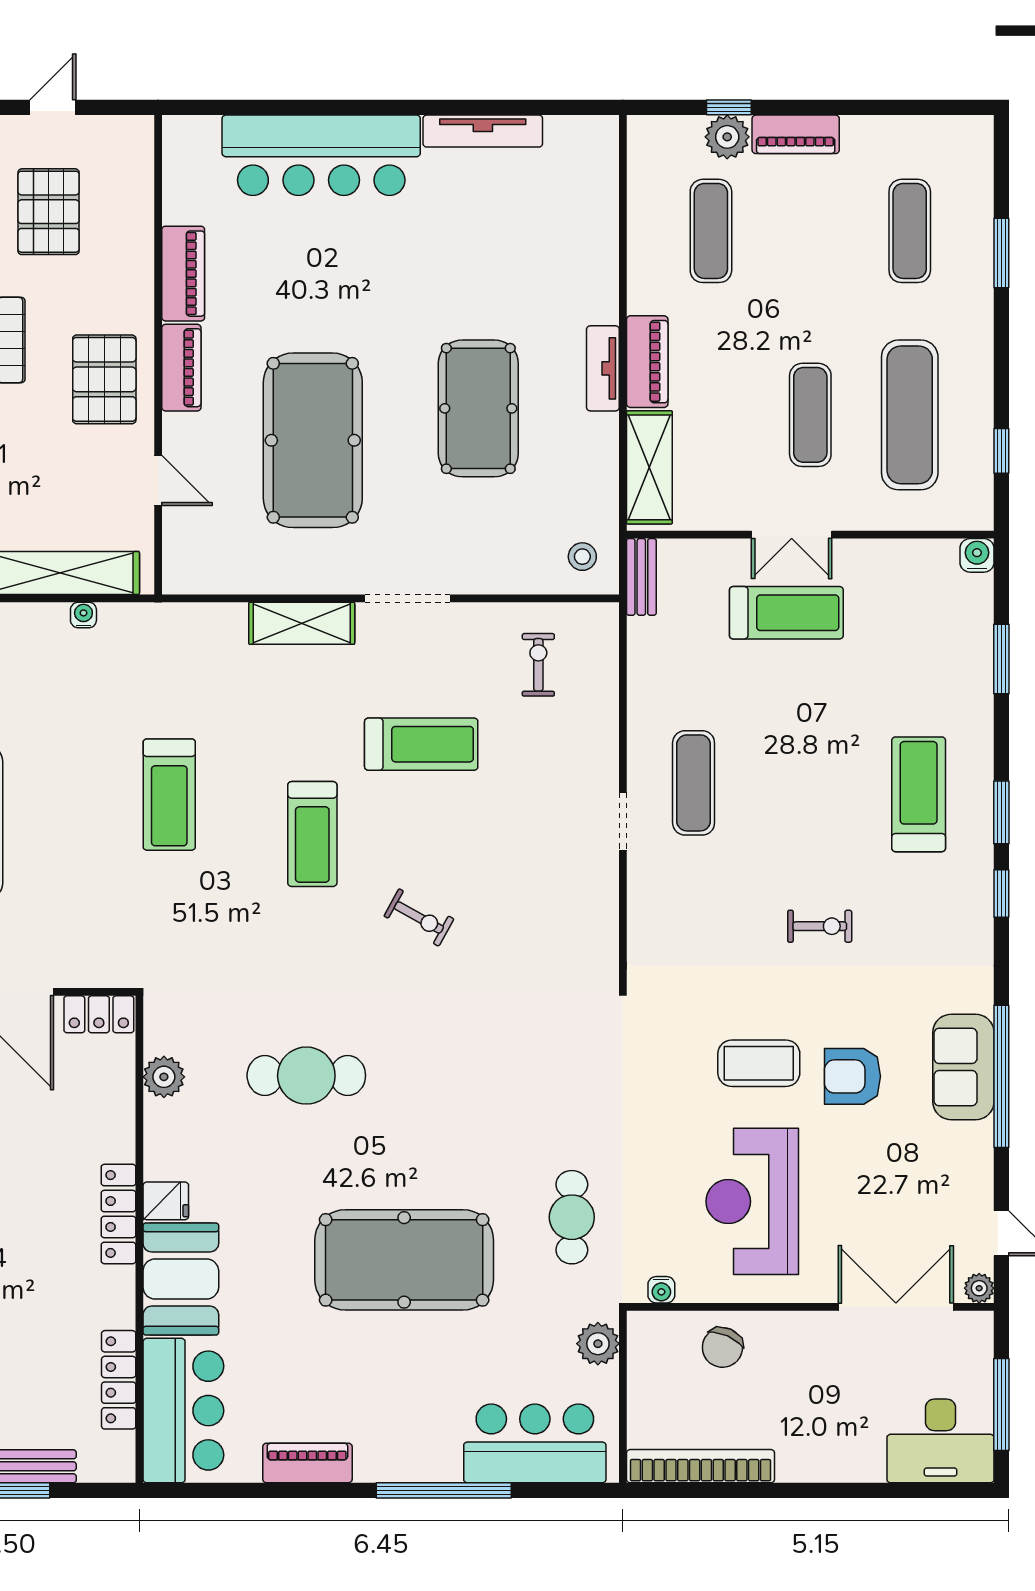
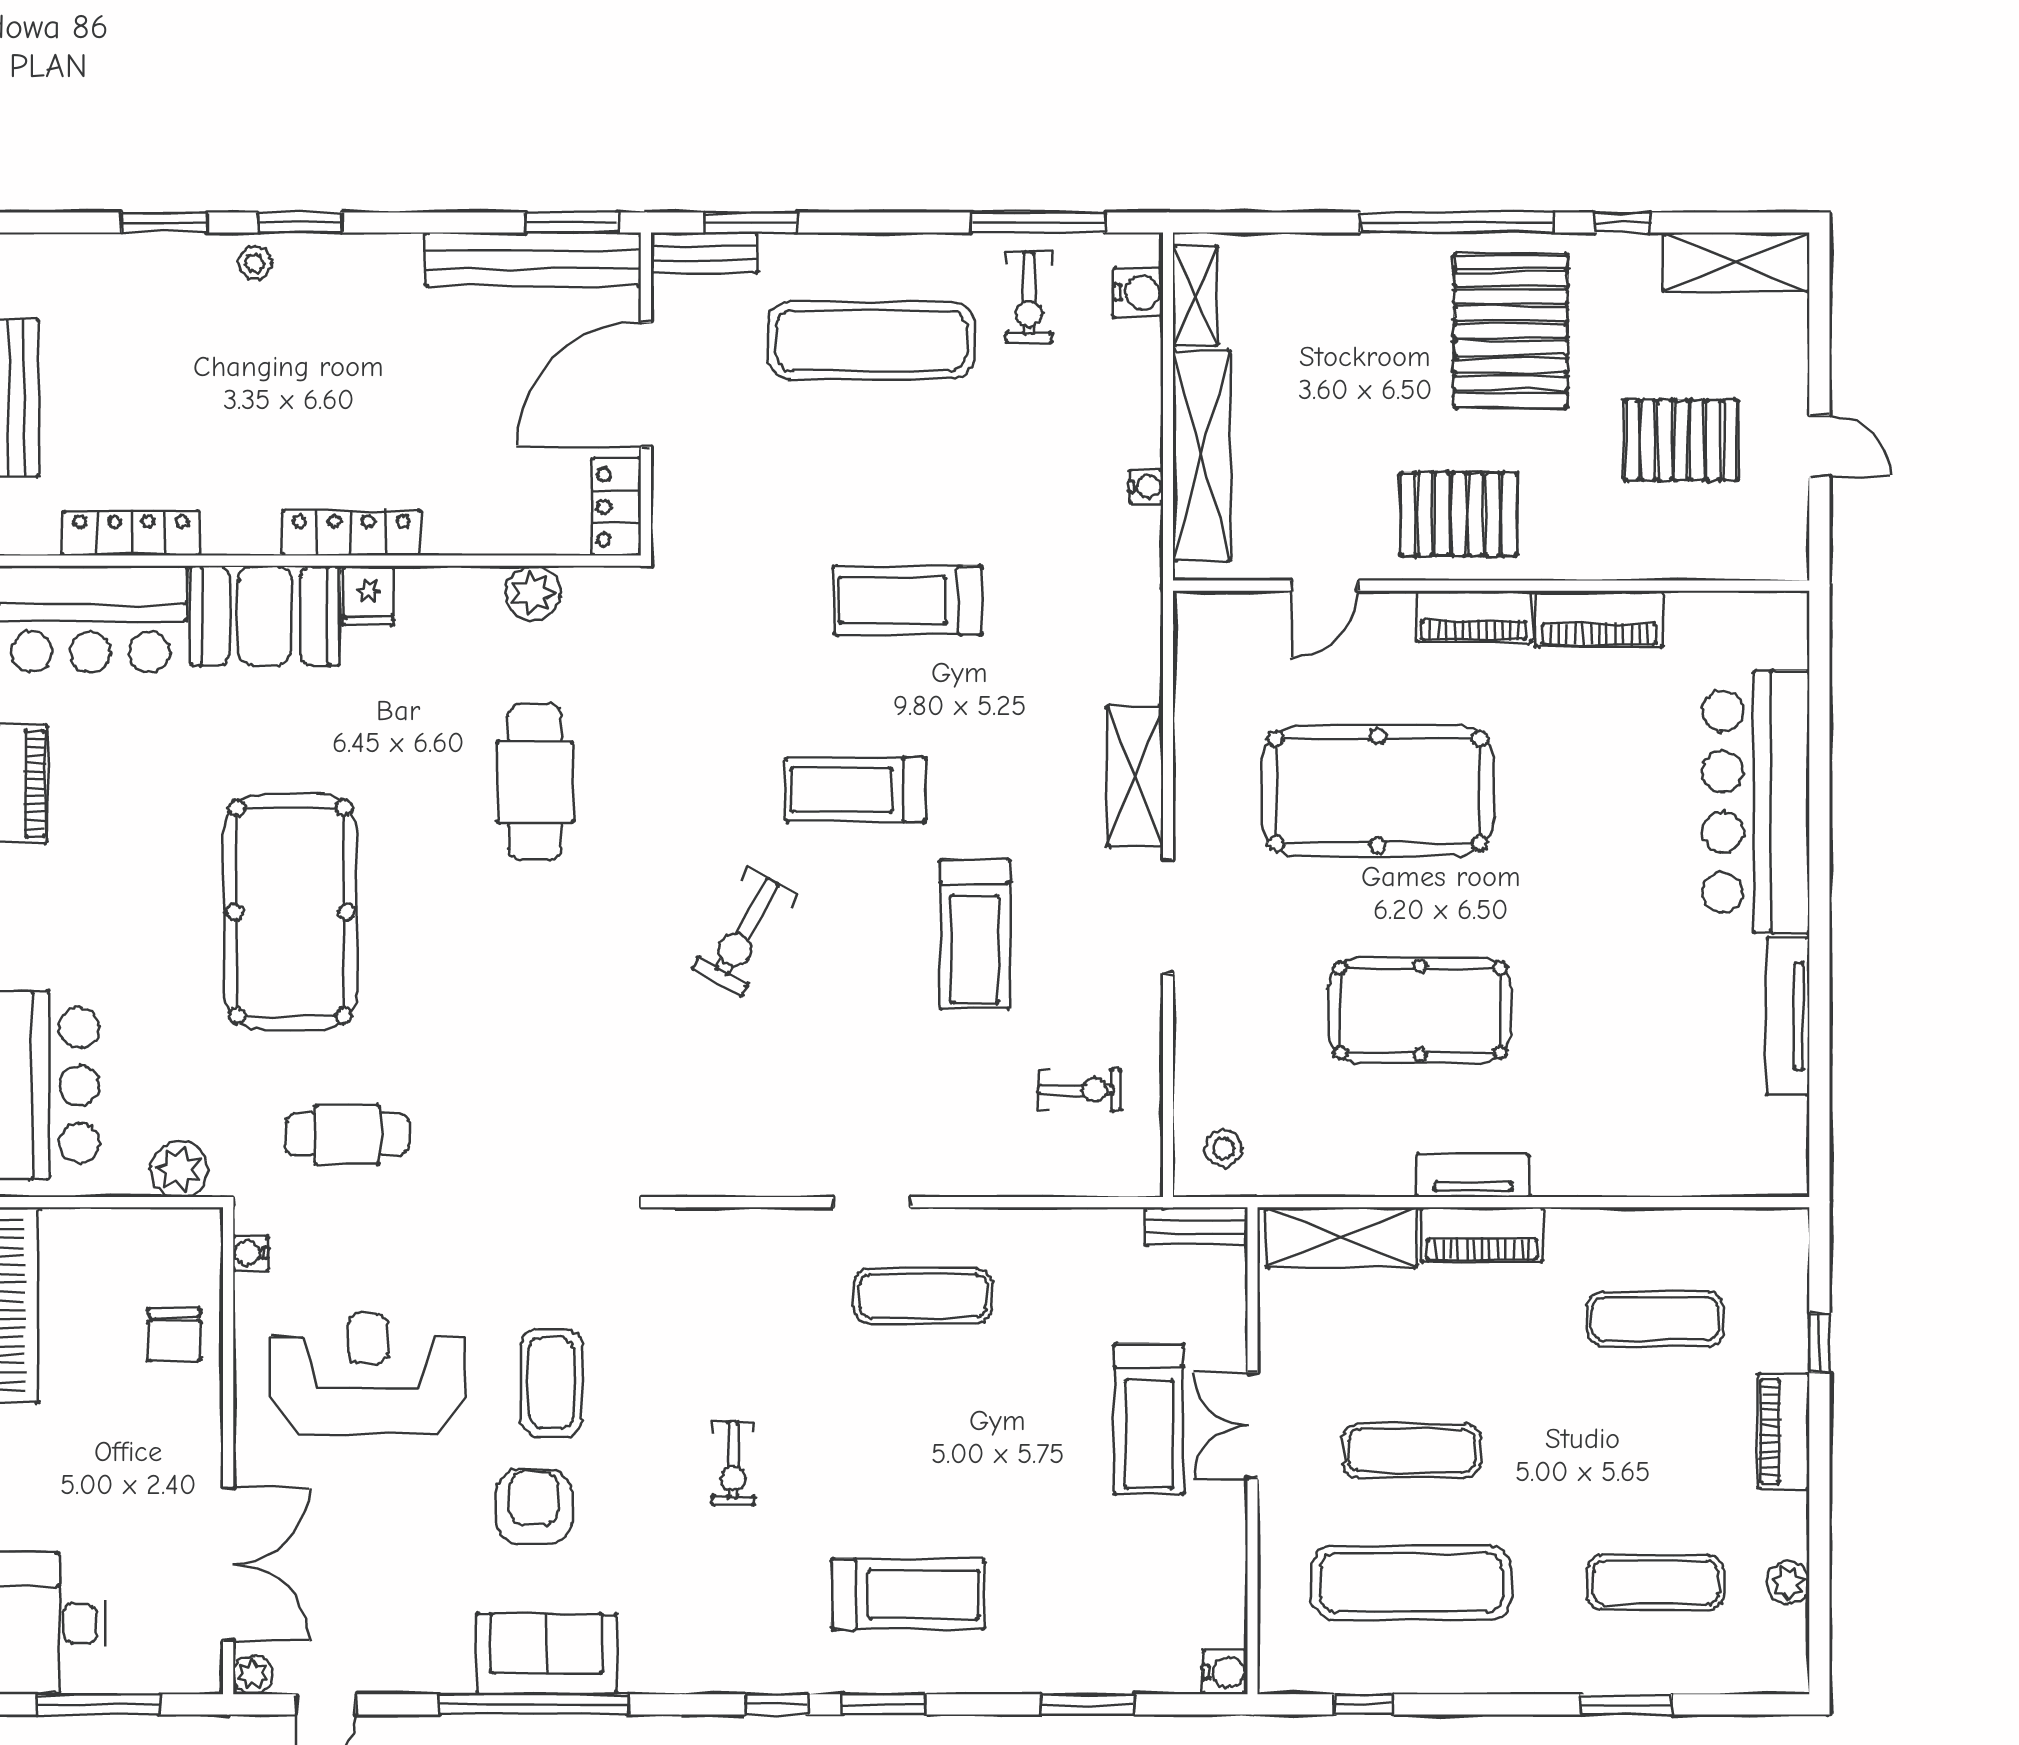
plant: (727, 137) -> (1788, 1583), moved, width x0.73, depth x0.73
exercise bike: (419, 917) -> (745, 931), width x1.38, depth x1.39
chair: (722, 1347) -> (174, 1334), turned -114

